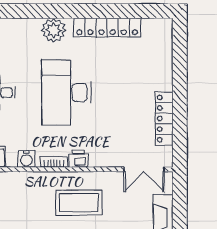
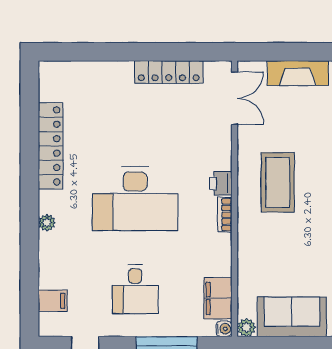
plant: (54, 30) -> (47, 223), width x0.53, depth x0.53
water cooler: (26, 159) -> (221, 251), removed

